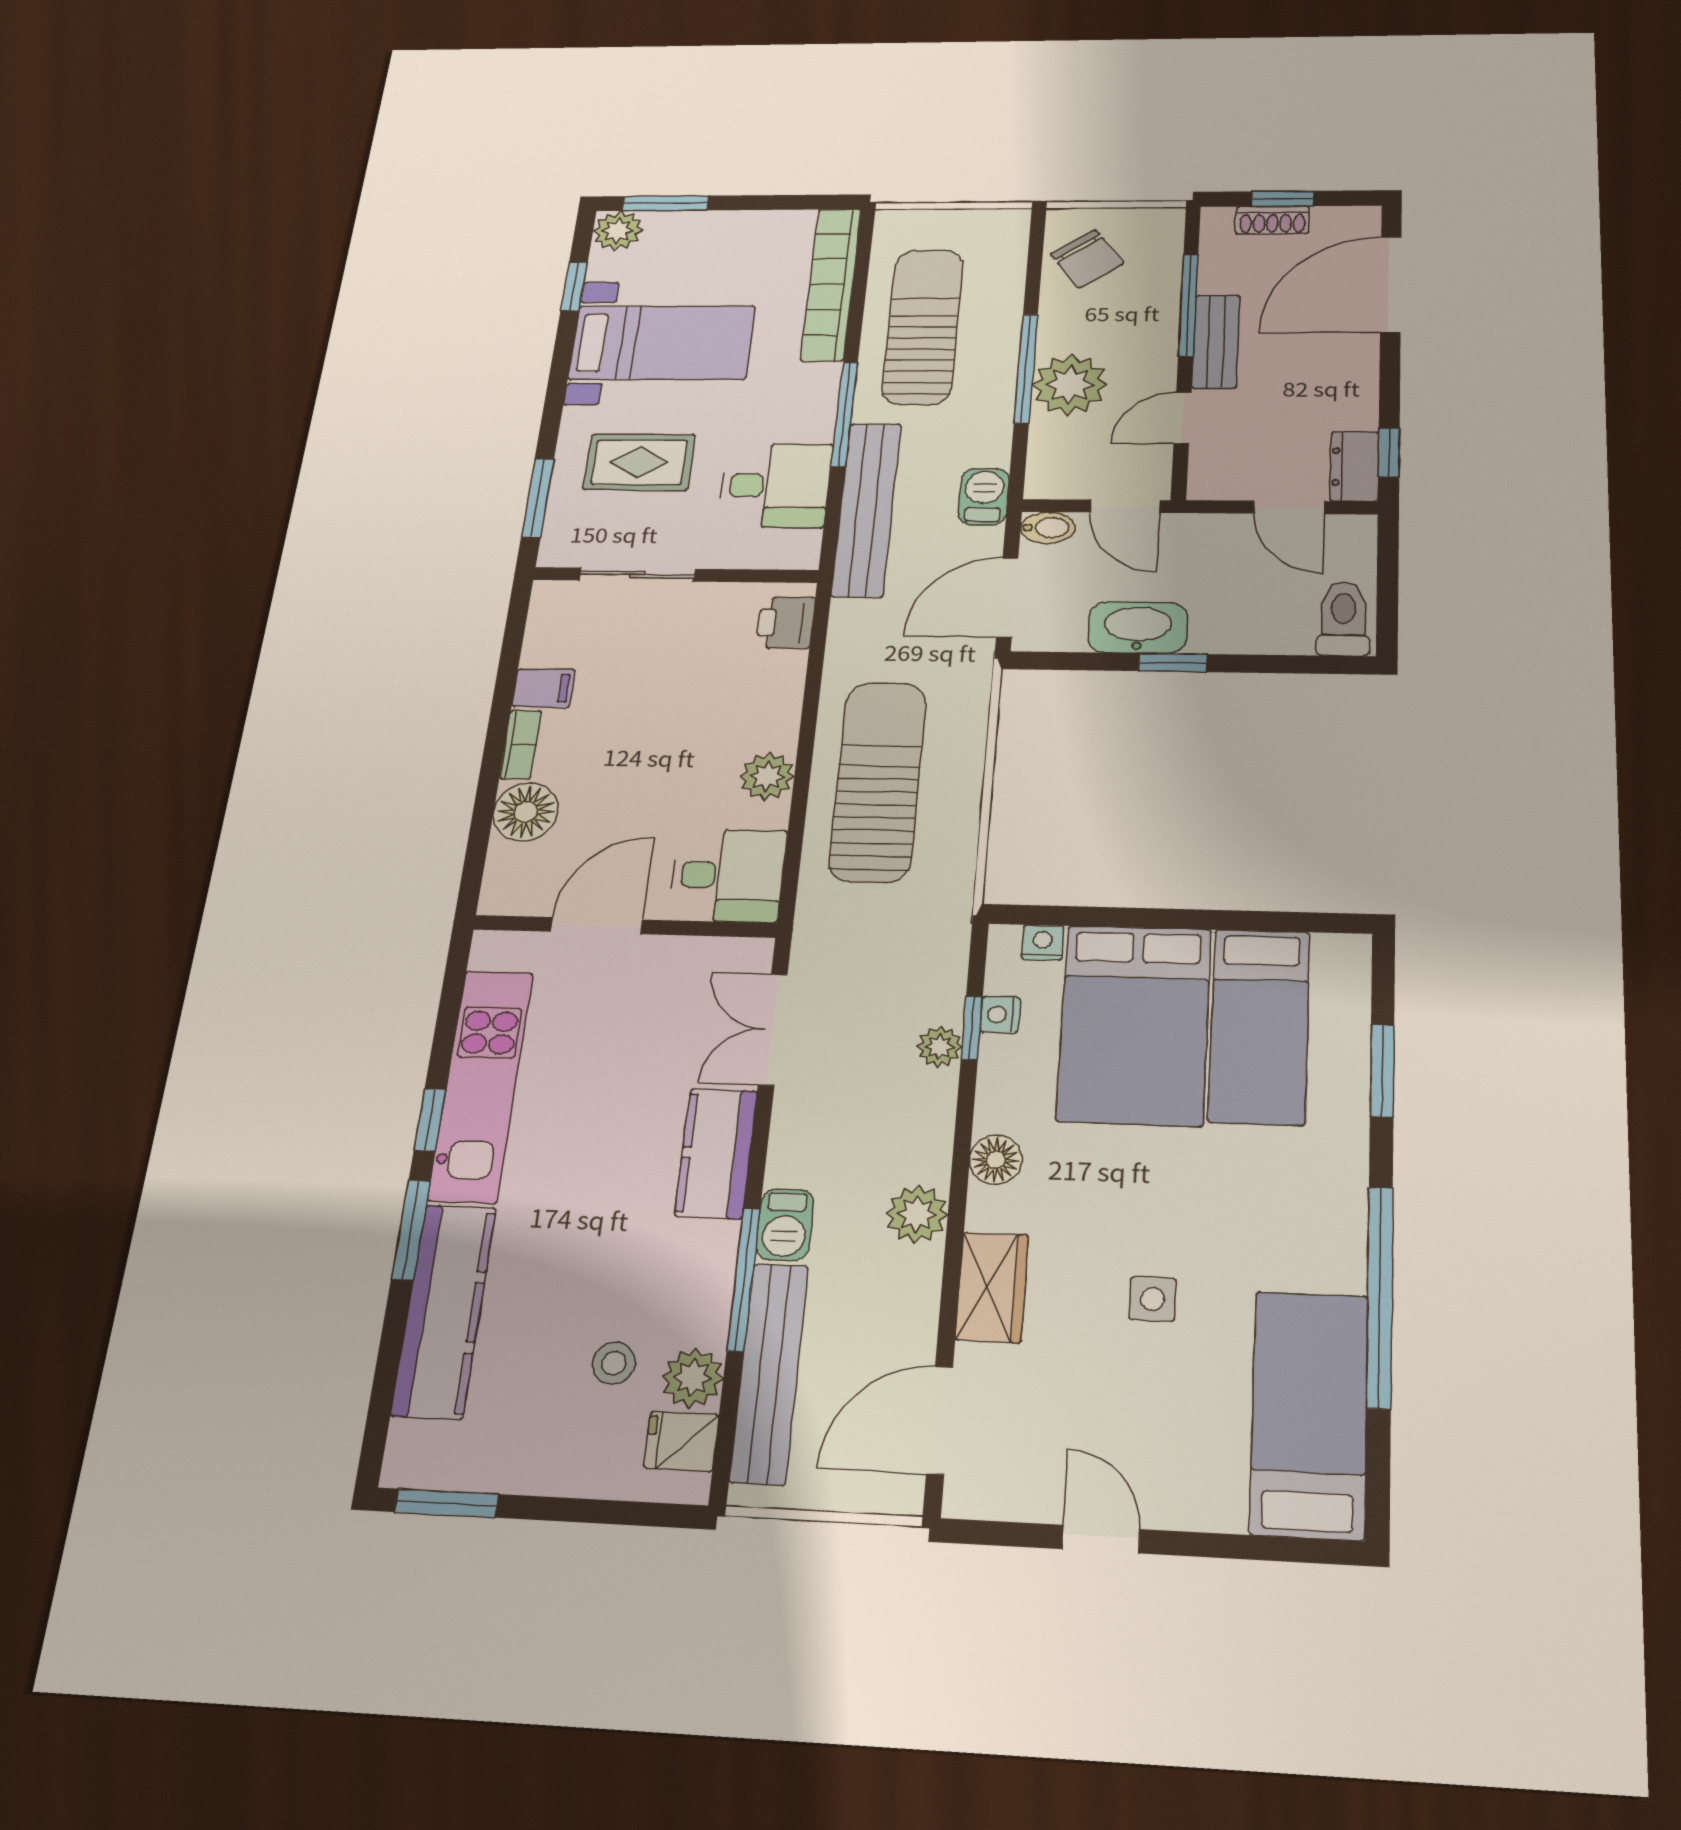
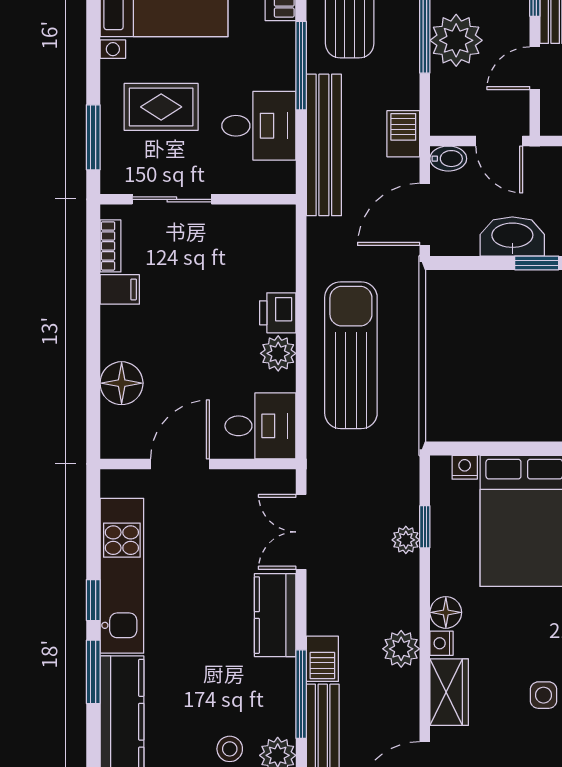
printer: (786, 623) -> (278, 313), moved
bookcase: (520, 744) -> (111, 246), moved
nightstand: (1000, 1014) -> (442, 643), moved

